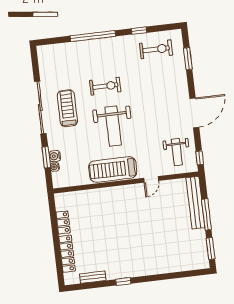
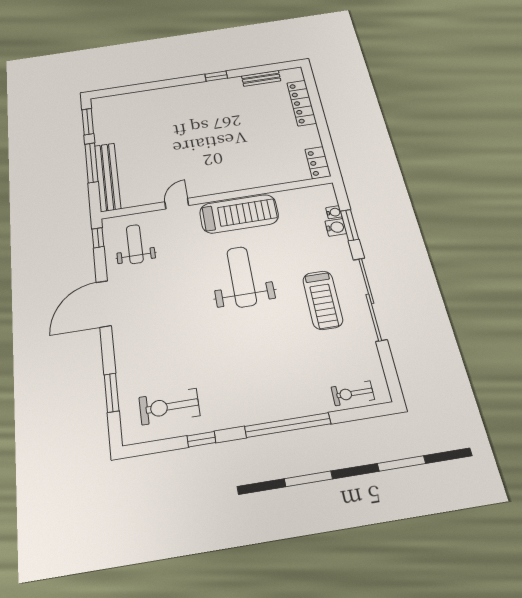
exercise bike: (105, 86) -> (353, 393), moved, width x0.73, depth x0.72
locker: (63, 222) -> (318, 163), moved

